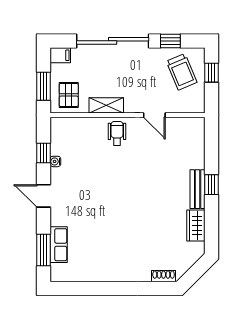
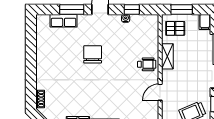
chair: (104, 206) -> (93, 54), added
window: (43, 250) -> (72, 10), moved

